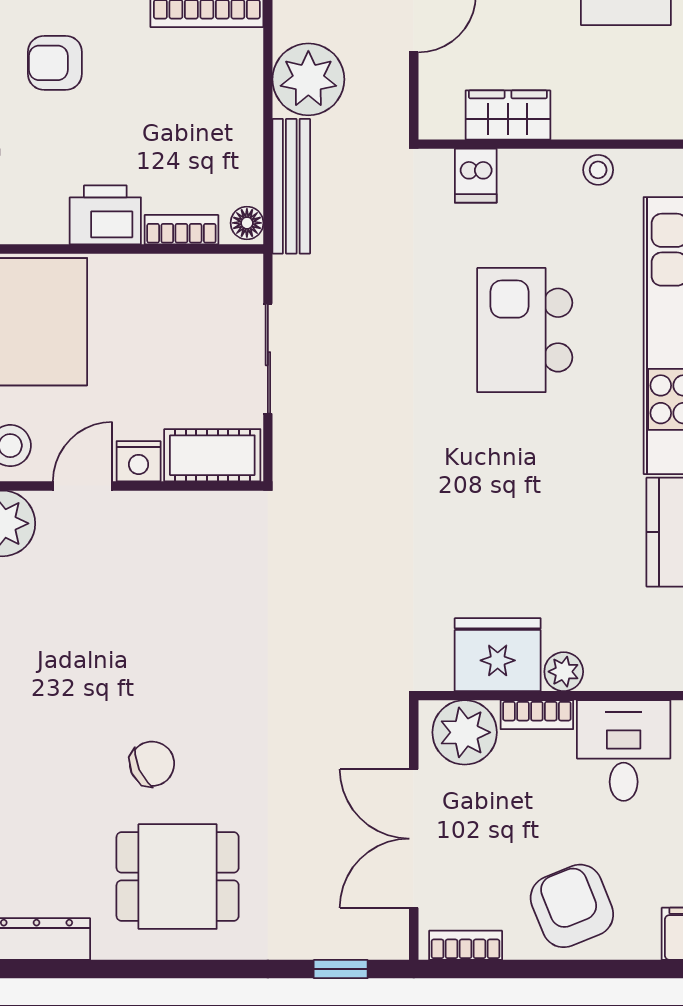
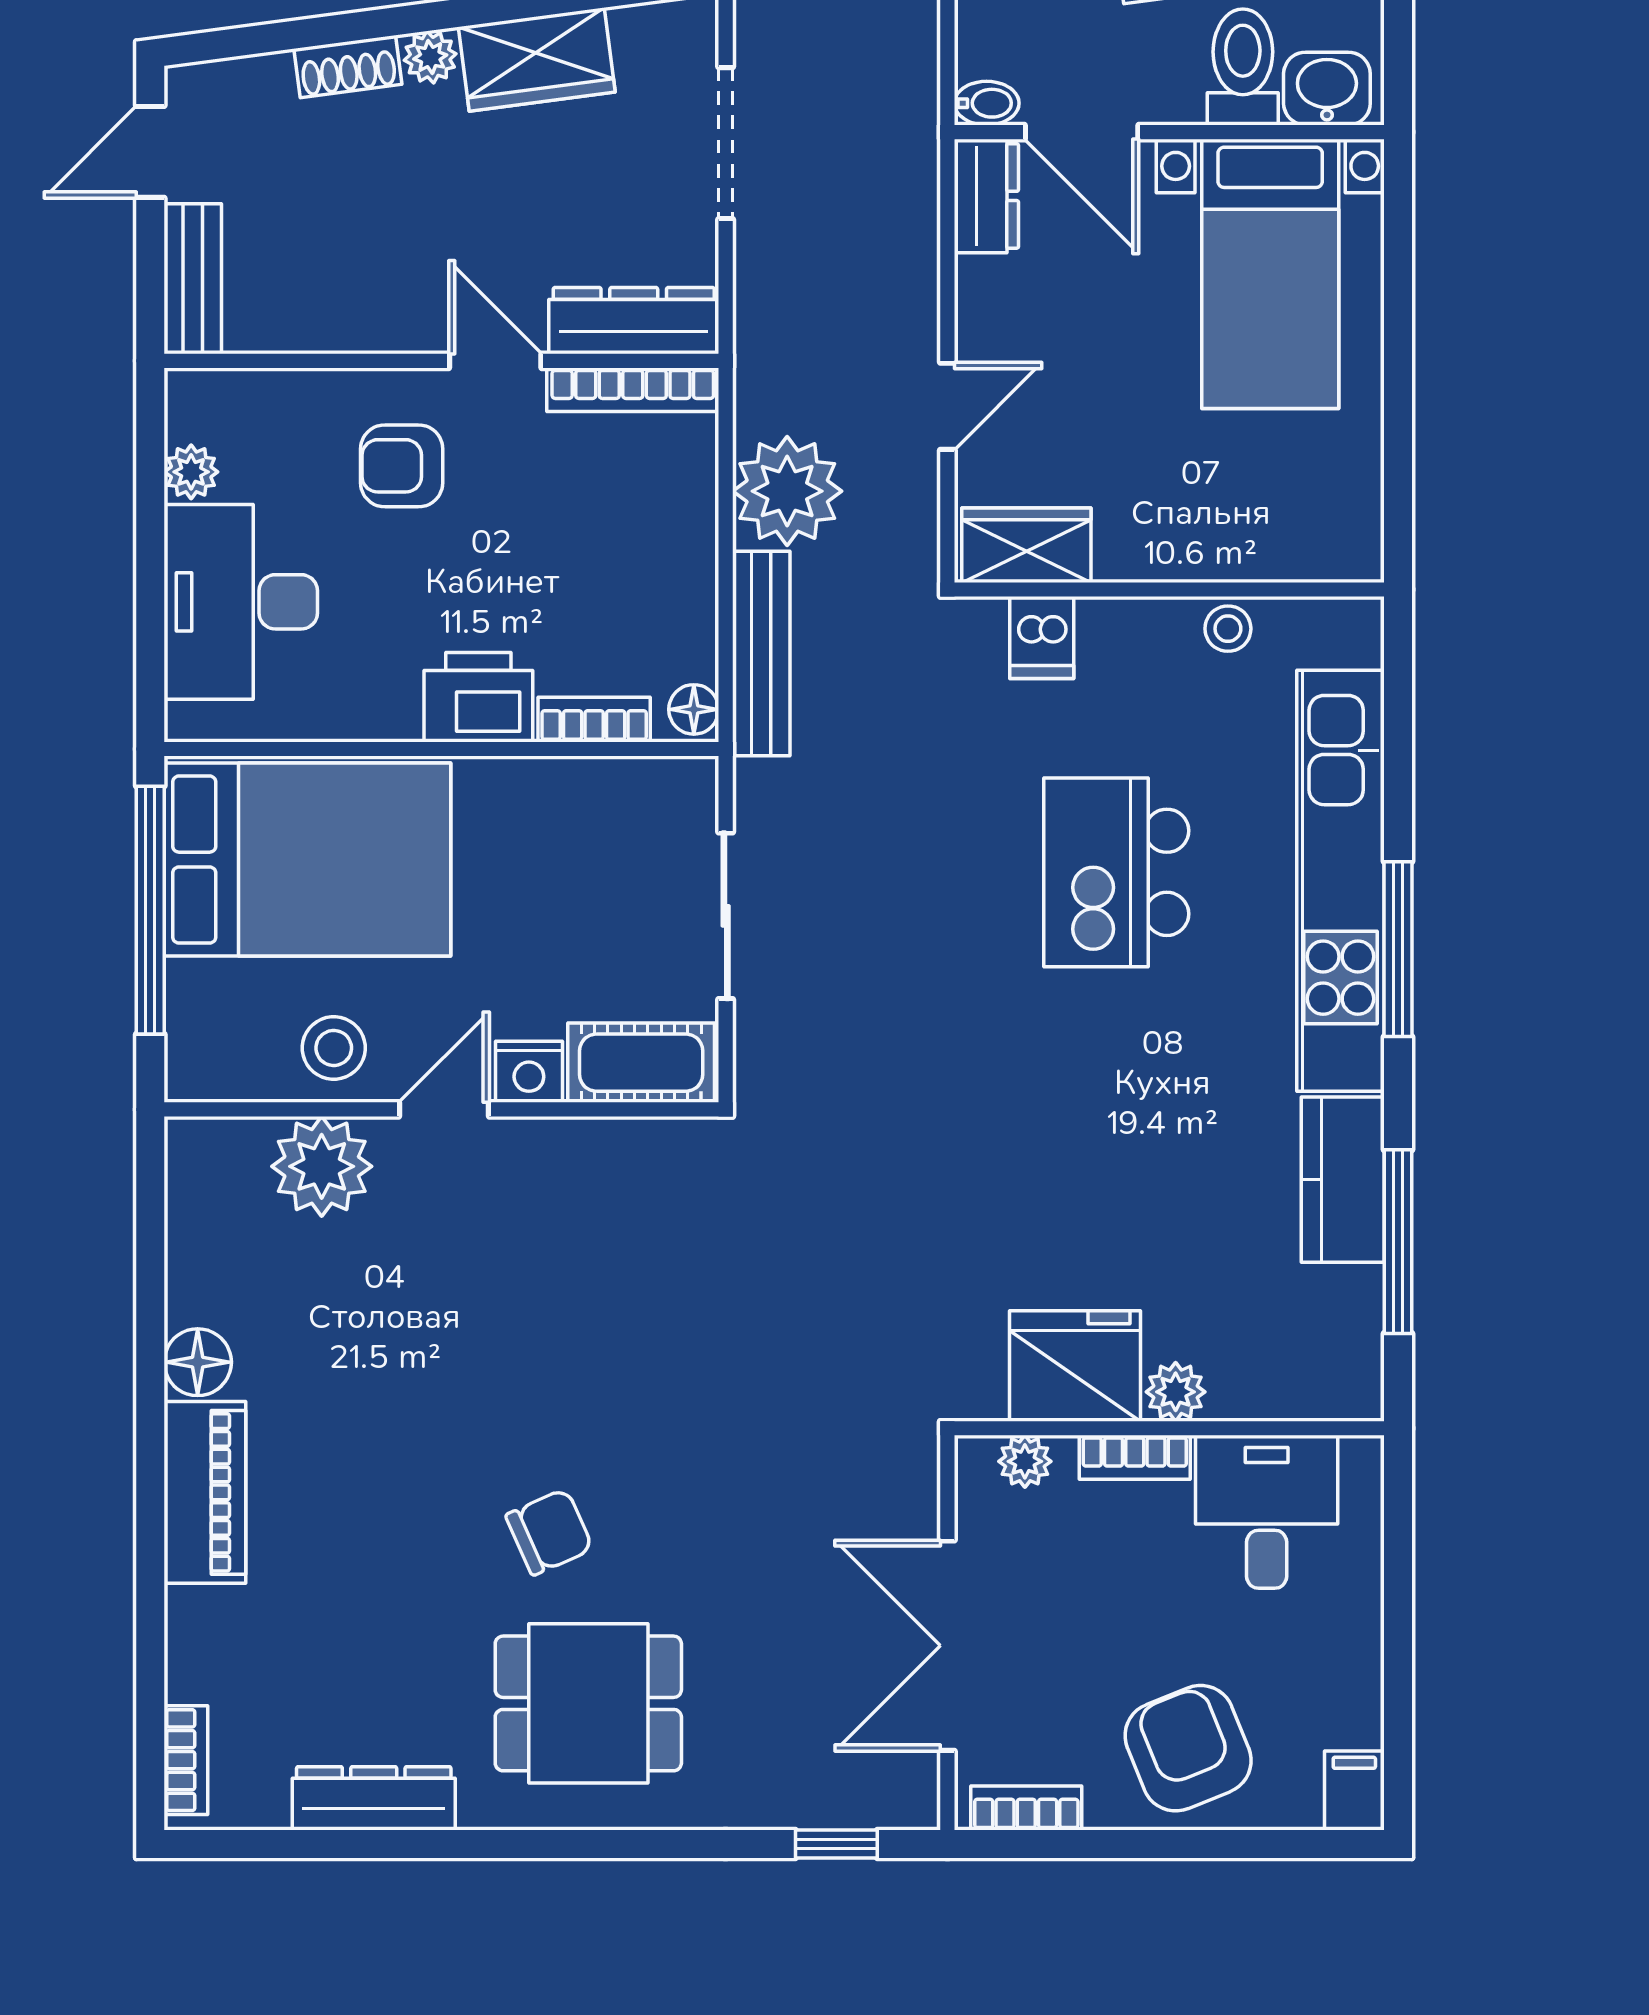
wardrobe: (508, 115) -> (1026, 545), moved
plant: (465, 732) -> (1025, 1461), width x0.53, depth x0.53

